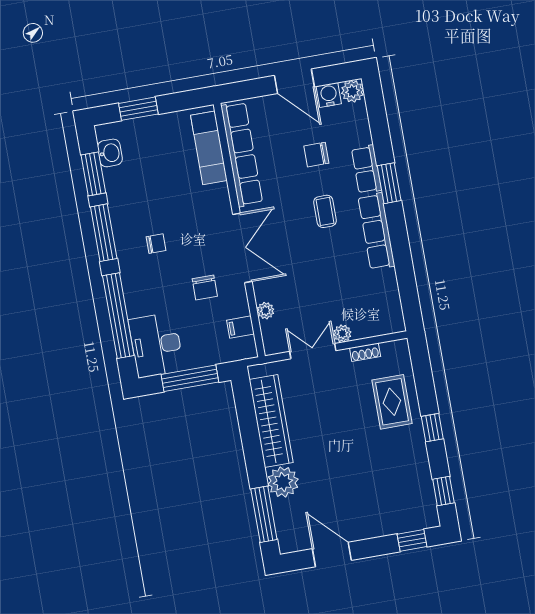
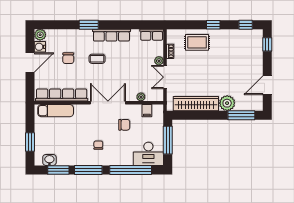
row of seats: (366, 169) -> (152, 35), moved

